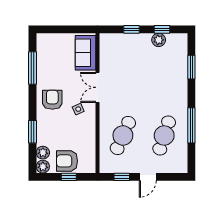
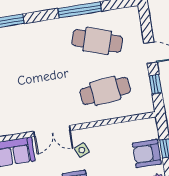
cafe table: (123, 135) -> (105, 91), turned -30
armchair: (67, 161) -> (147, 153), turned 90

